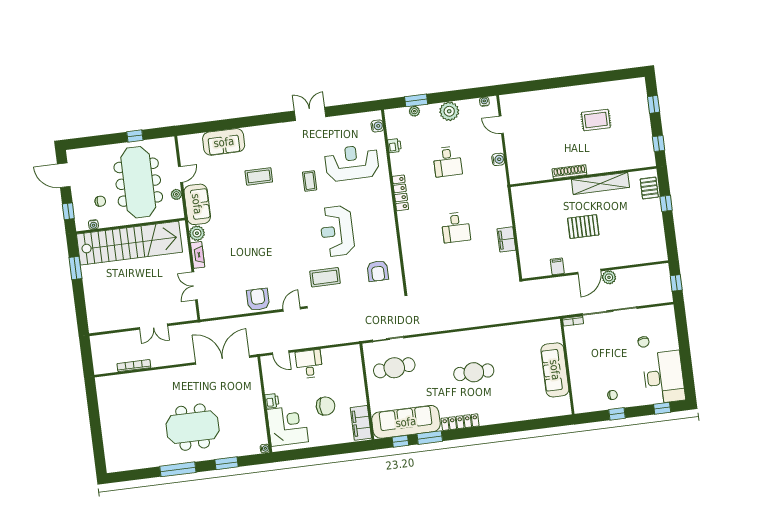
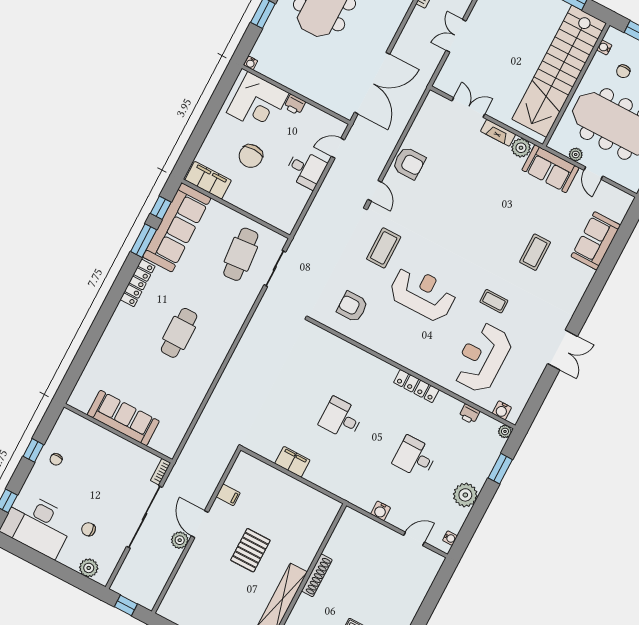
plant: (414, 111) -> (505, 431), moved
reception desk: (352, 163) -> (482, 358), turned 180
plant: (669, 324) -> (89, 568), added

